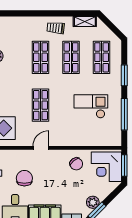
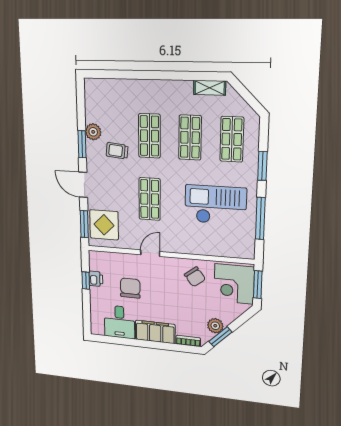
trolley: (56, 28) -> (117, 151), moved
checkout: (91, 106) -> (215, 205), width x1.36, depth x1.21

